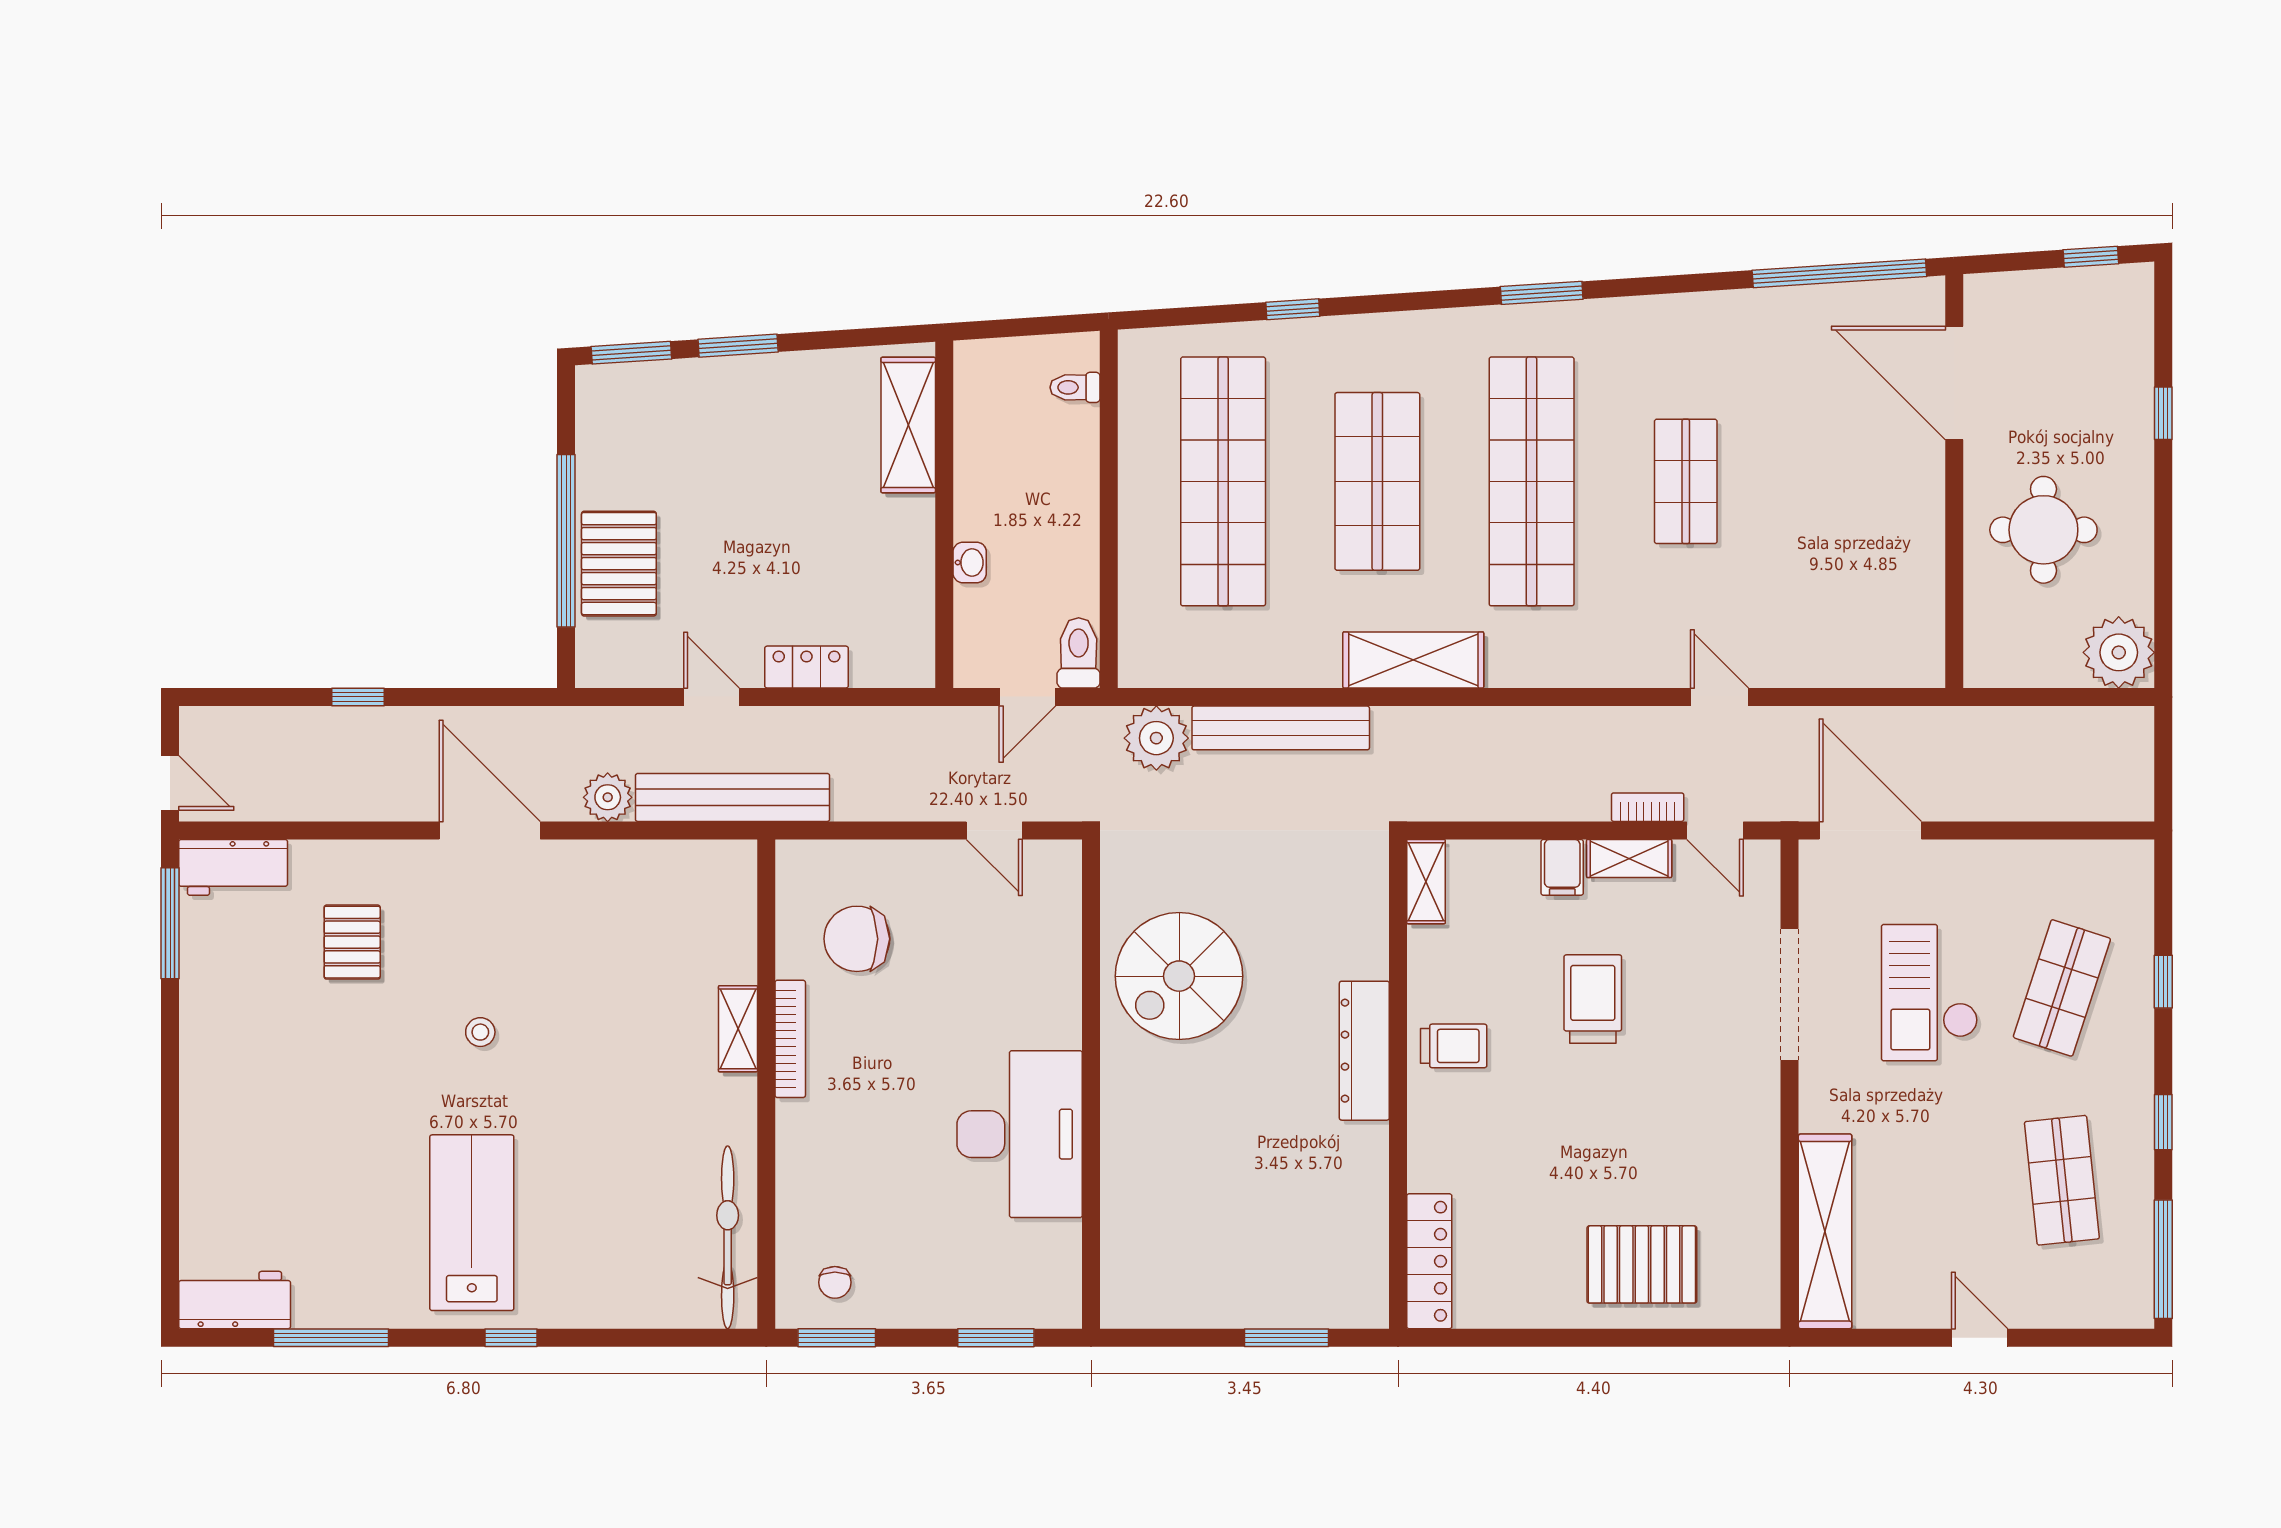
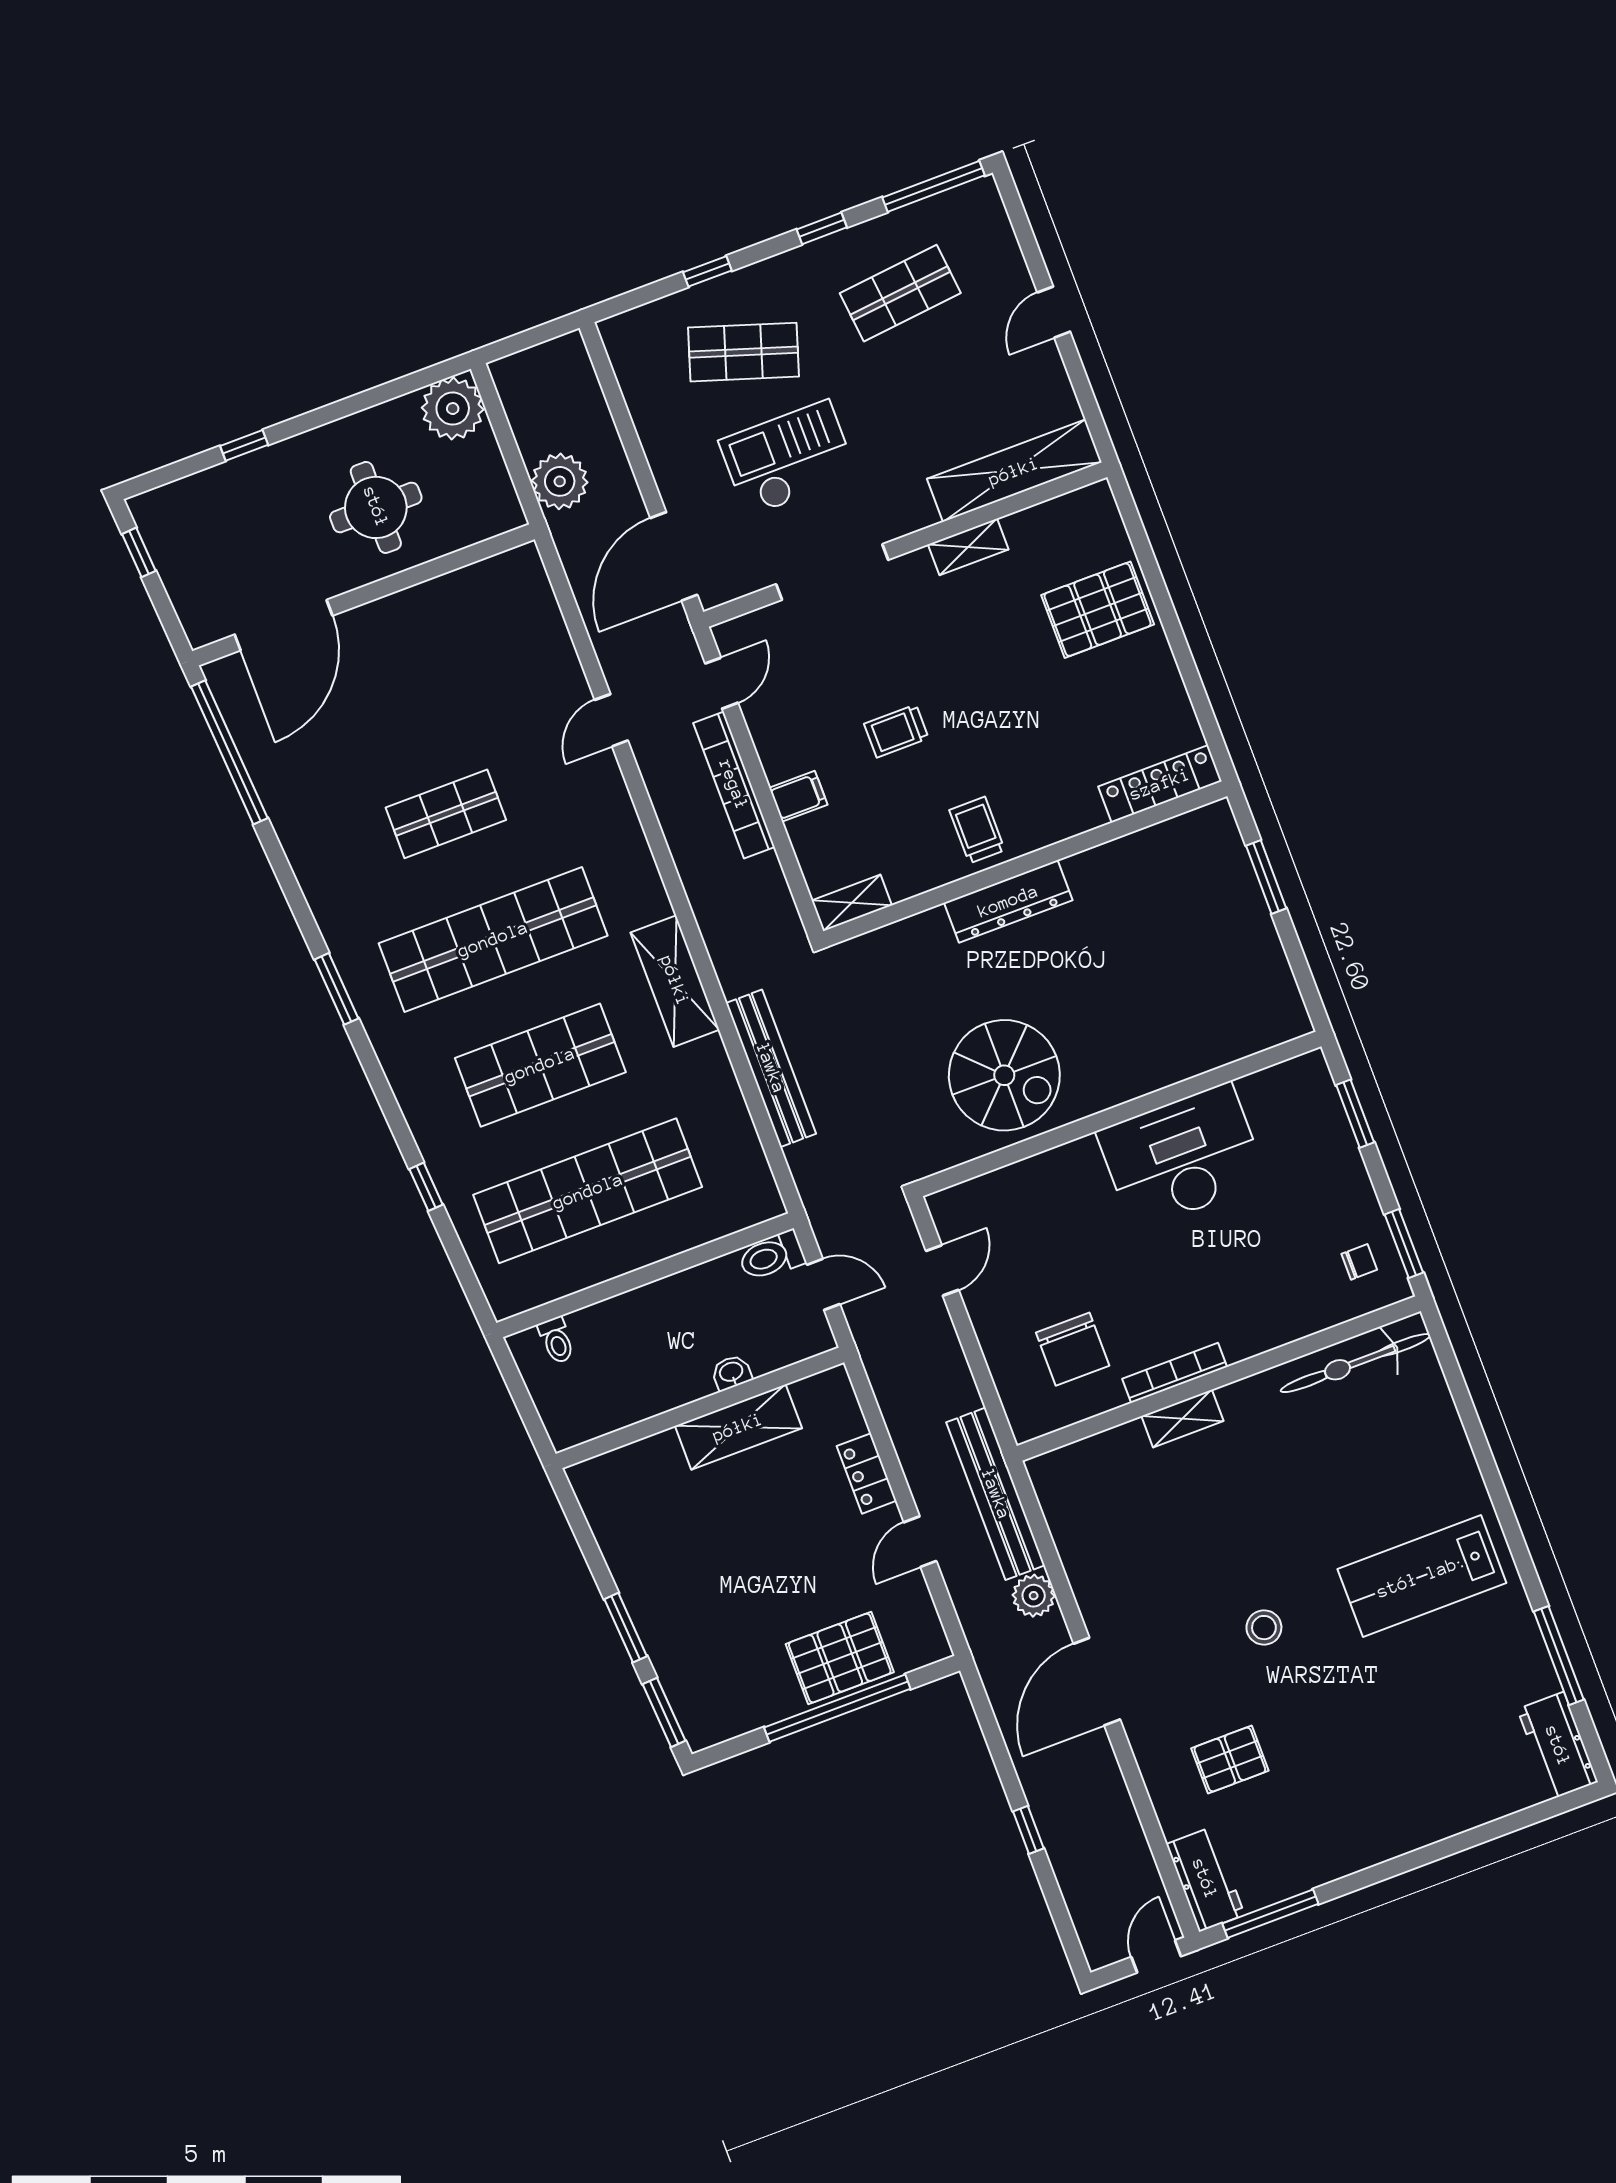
shelving: (908, 425) -> (738, 1427), moved
plant: (1156, 738) -> (560, 481), moved
bookcase: (1648, 807) -> (734, 785), width x2.31, depth x1.31
shelving: (1629, 858) -> (968, 547), moved, turned 90
checkout: (1930, 993) -> (788, 459), turned 180
trolley: (1593, 999) -> (896, 731), width x0.73, depth x0.72
stool: (480, 1032) -> (1264, 1628), width x1.37, depth x1.37
pallet: (1642, 1264) -> (1098, 610), turned 90
window: (511, 1338) -> (1504, 1509), removed

